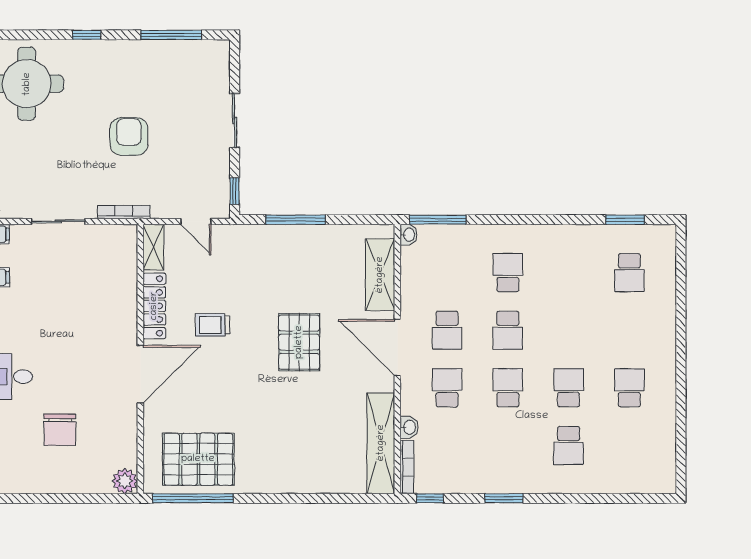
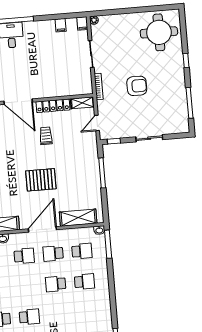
school desk: (508, 388) -> (82, 251), moved

